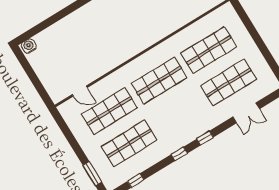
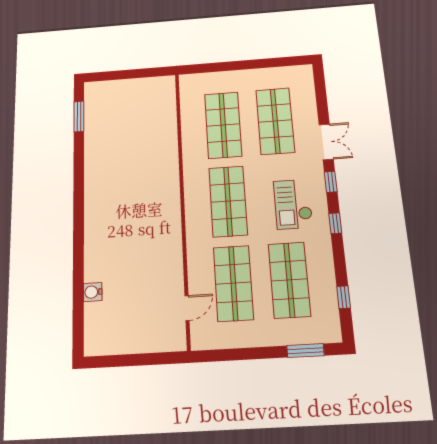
water cooler: (29, 46) -> (93, 292), moved
double door: (246, 113) -> (326, 142), moved
checkout: (178, 122) -> (293, 204), added

